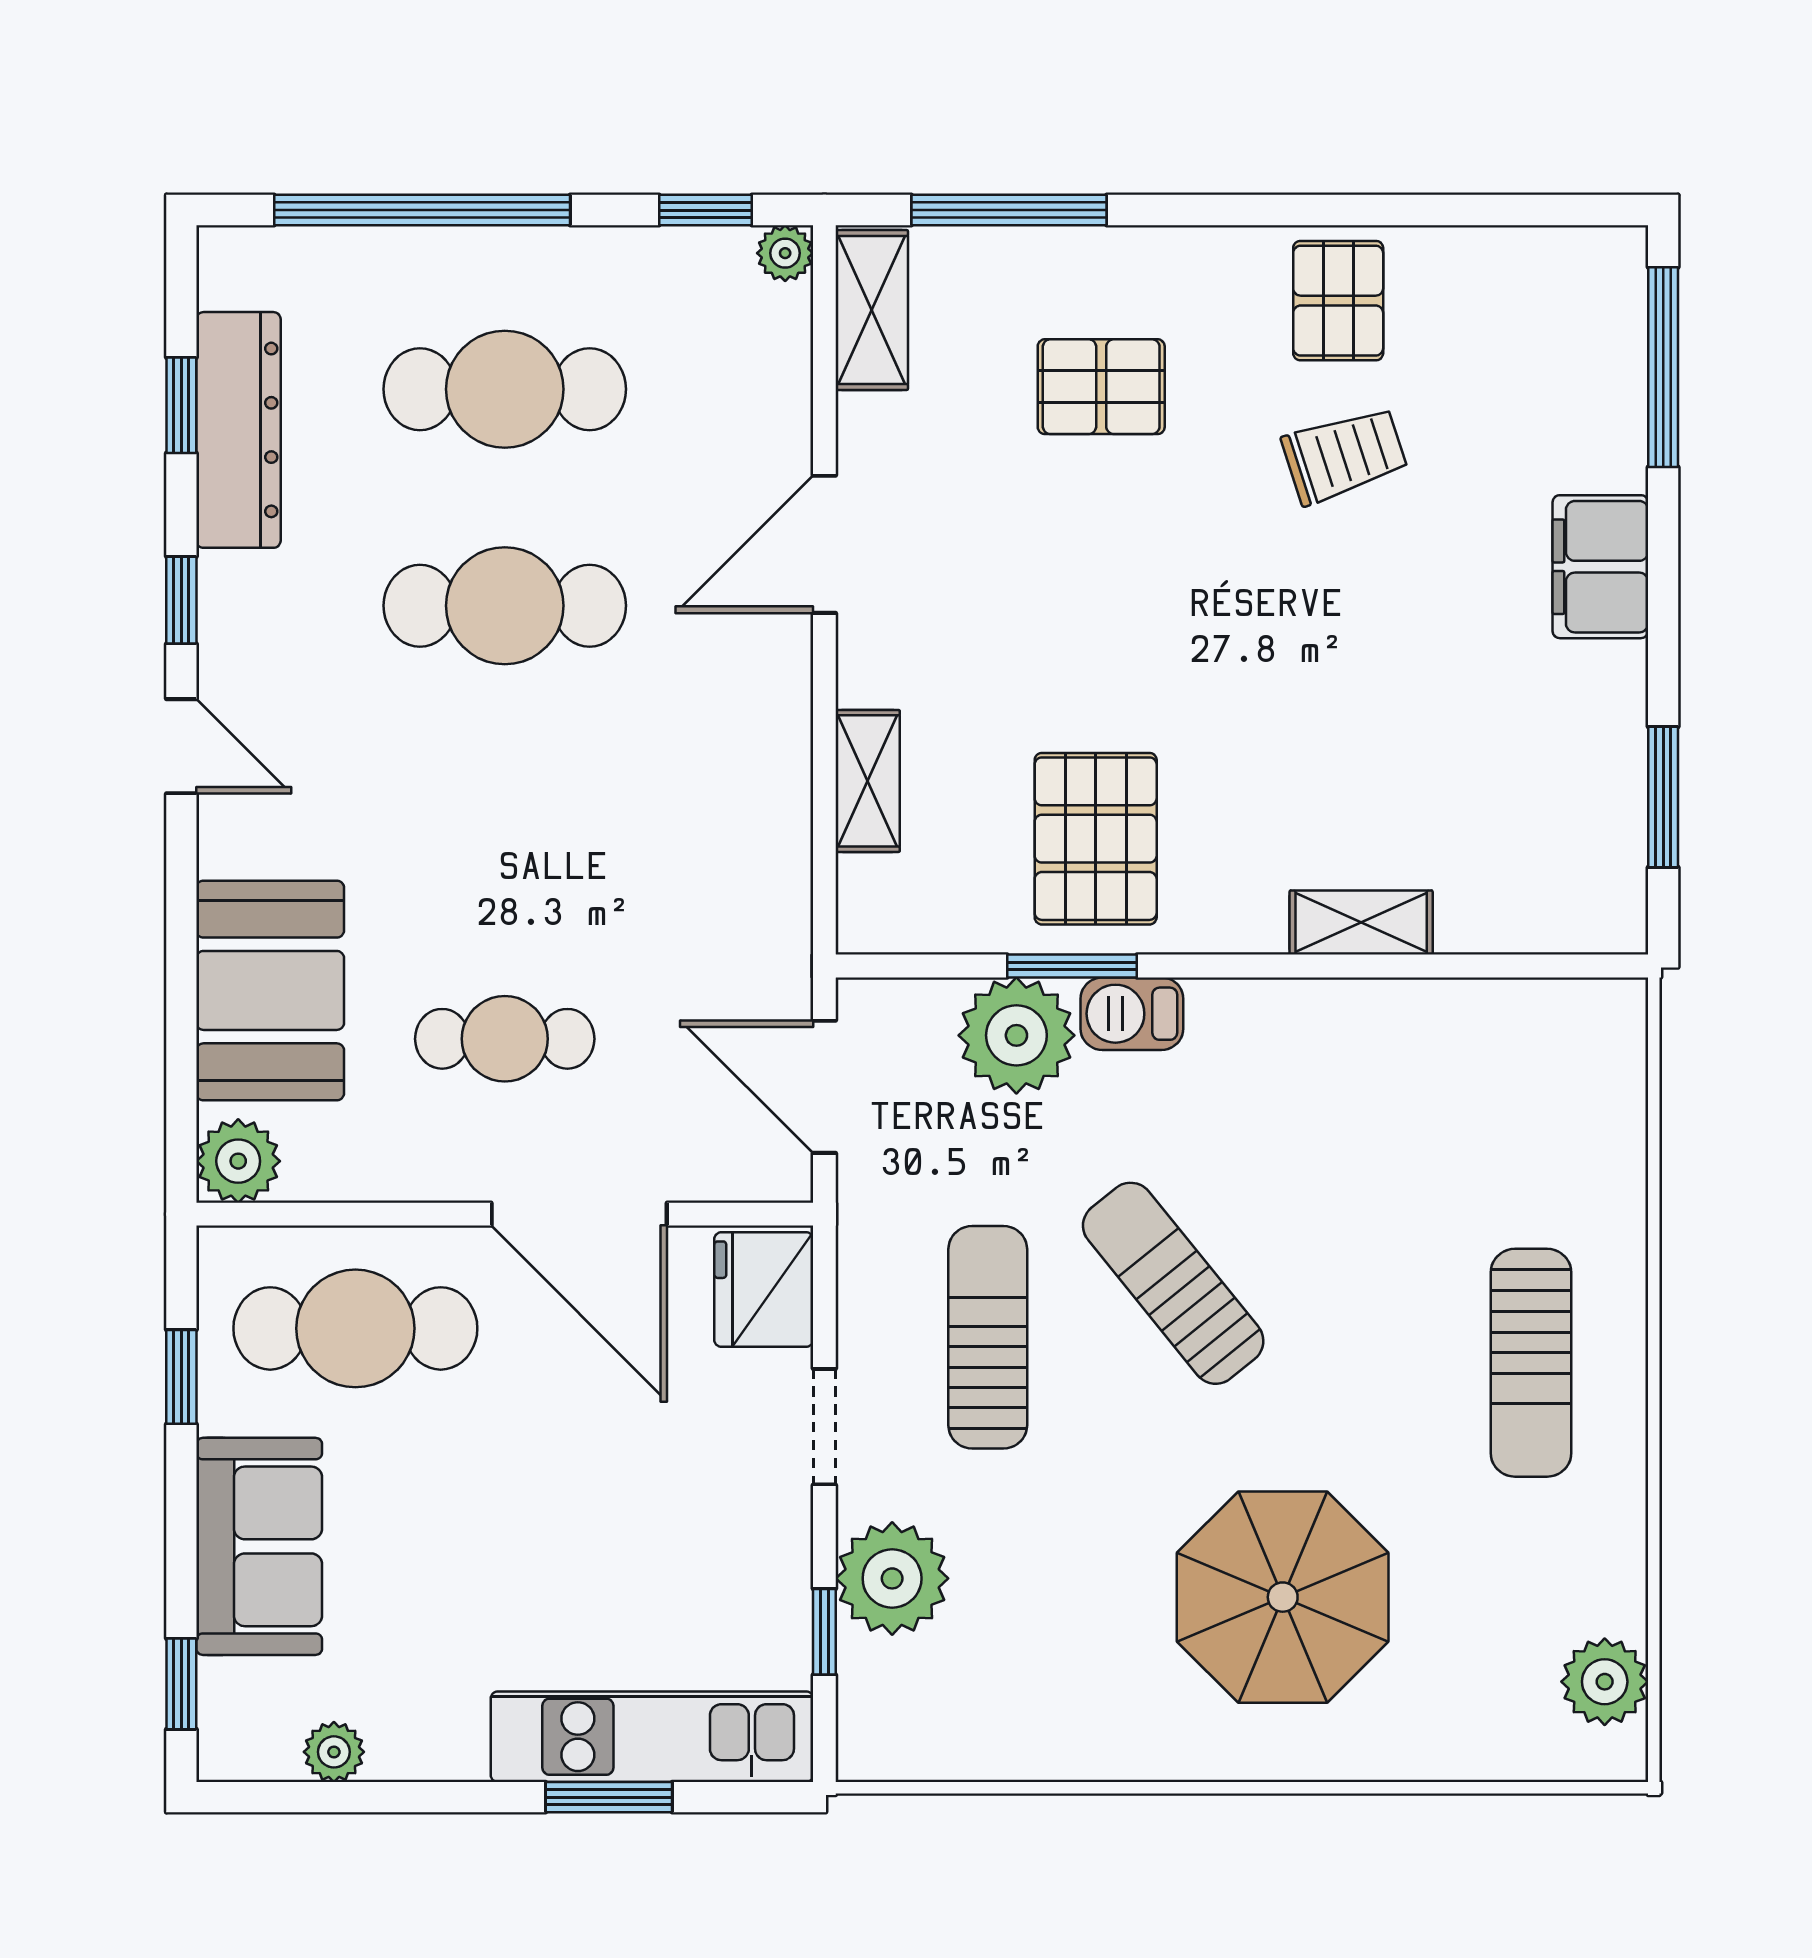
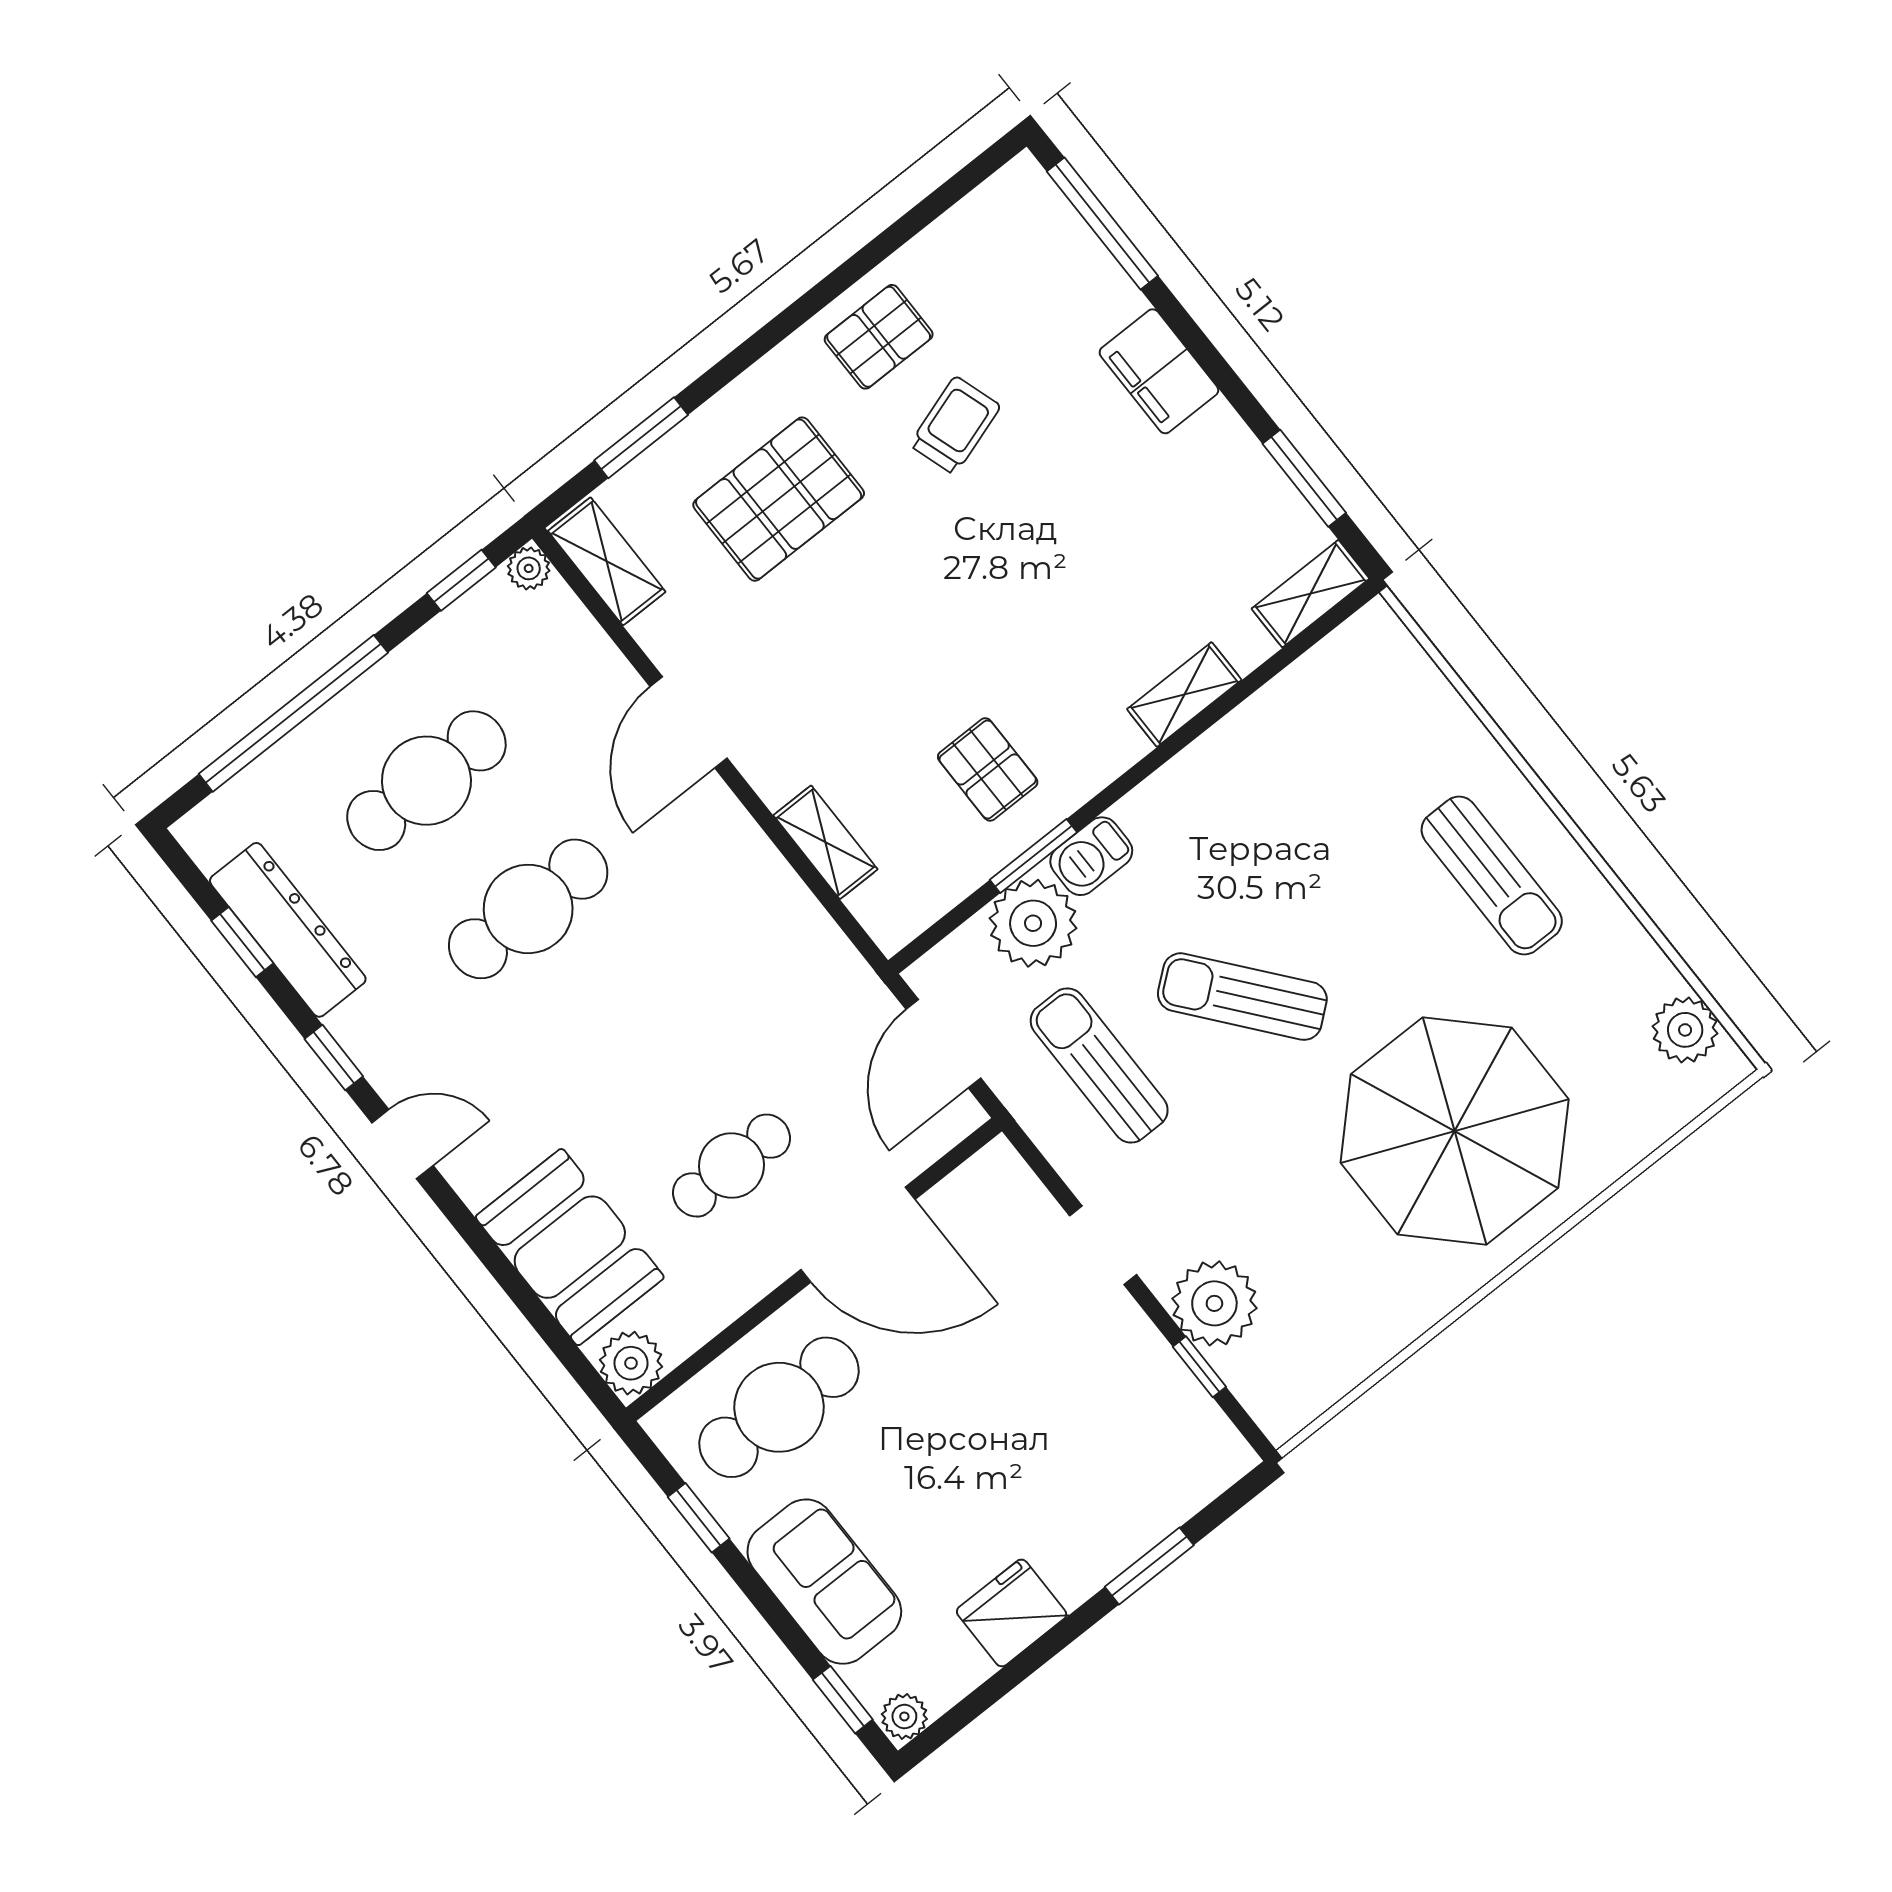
window: (1009, 210) -> (641, 438), width x0.69
pallet: (1338, 301) -> (879, 337), turned 90
pallet: (1101, 387) -> (779, 499), width x1.50, depth x1.42
pallet: (1096, 839) -> (988, 769), width x0.67, depth x0.71
shelving: (1575, 922) -> (1310, 594), added
door: (824, 1087) -> (943, 1044), hinge flipped
fridge: (764, 1290) -> (1012, 1613), moved, turned 90
sun lounger: (988, 1337) -> (1099, 1065), moved
parasol: (1283, 1597) -> (1455, 1131), width x1.36, depth x1.36
kitchen unit: (652, 1737) -> (1146, 1510), removed
plant: (334, 1752) -> (904, 1716), moved

